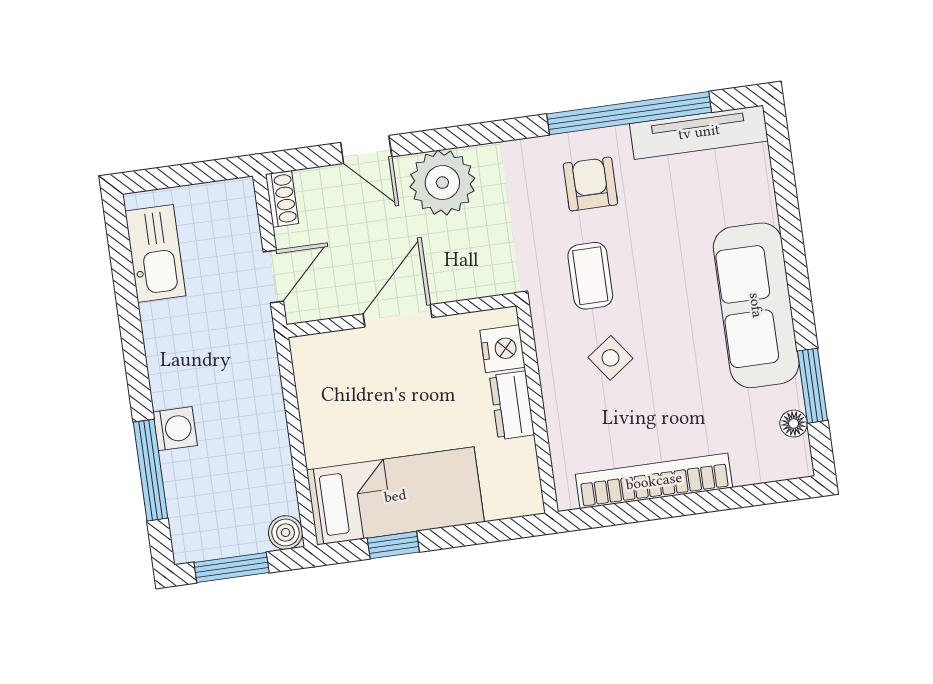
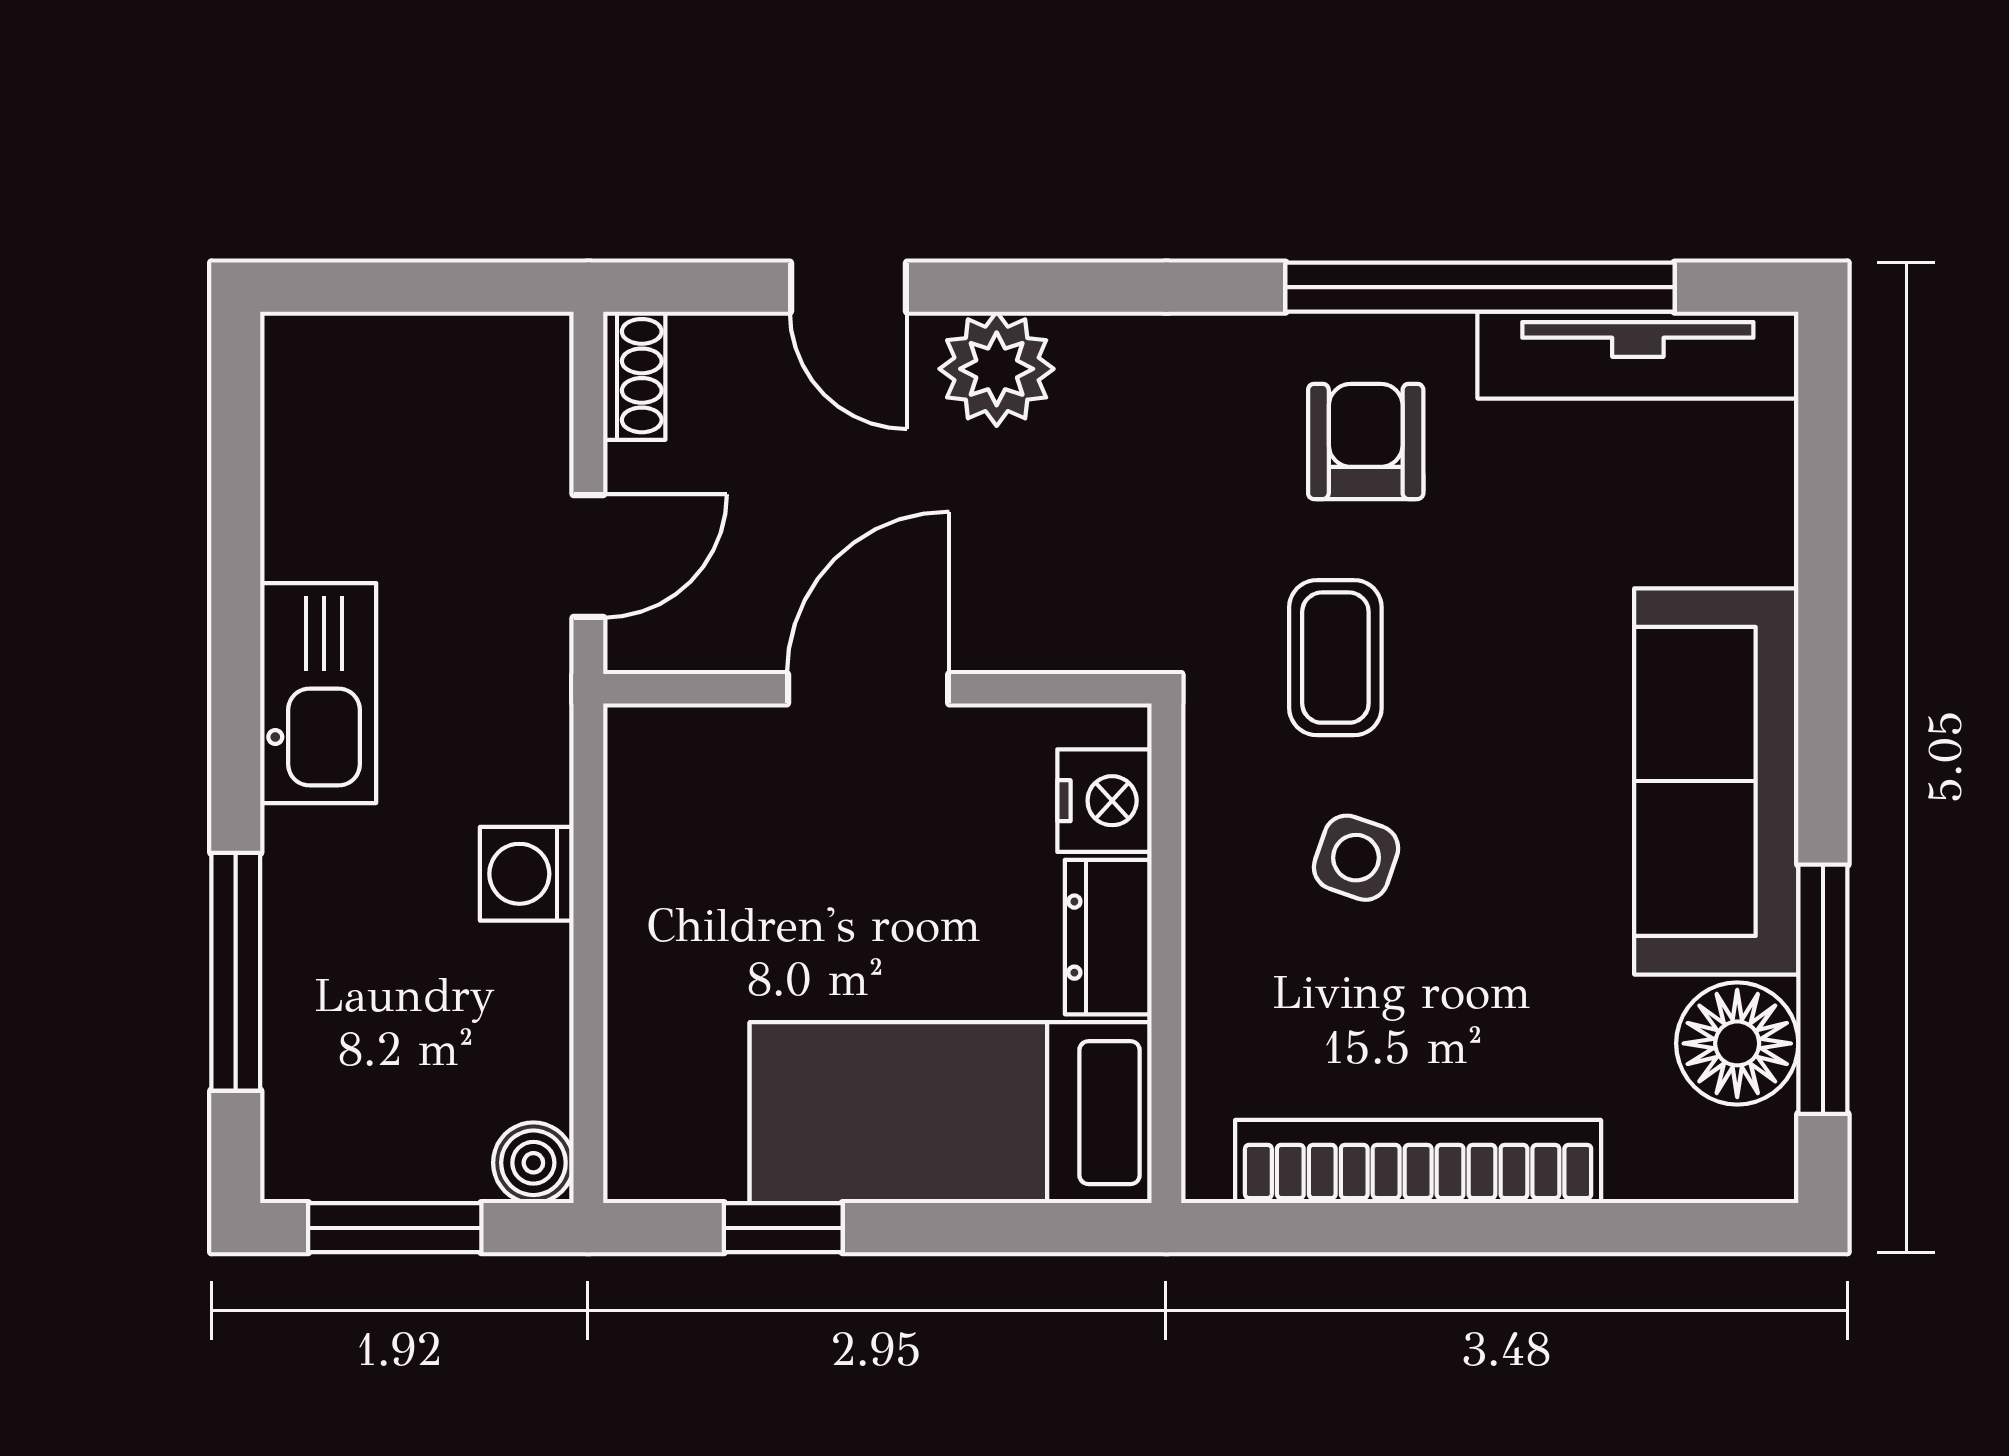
plant: (442, 183) -> (997, 369), width x0.73, depth x0.73
kitchen sink: (155, 253) -> (318, 693), moved
side table: (610, 358) -> (1356, 858), turned -35
window: (812, 386) -> (1823, 989), width x1.44
floor lamp: (794, 424) -> (1737, 1043), width x1.89, depth x1.89
washing machine: (175, 429) -> (527, 874), moved, turned 180
bed: (395, 496) -> (951, 1113), moved, turned 180

